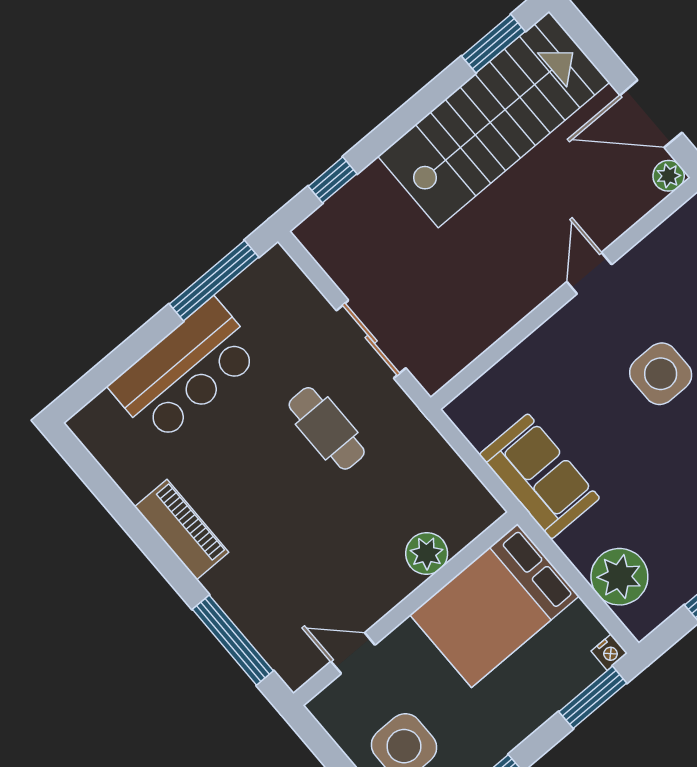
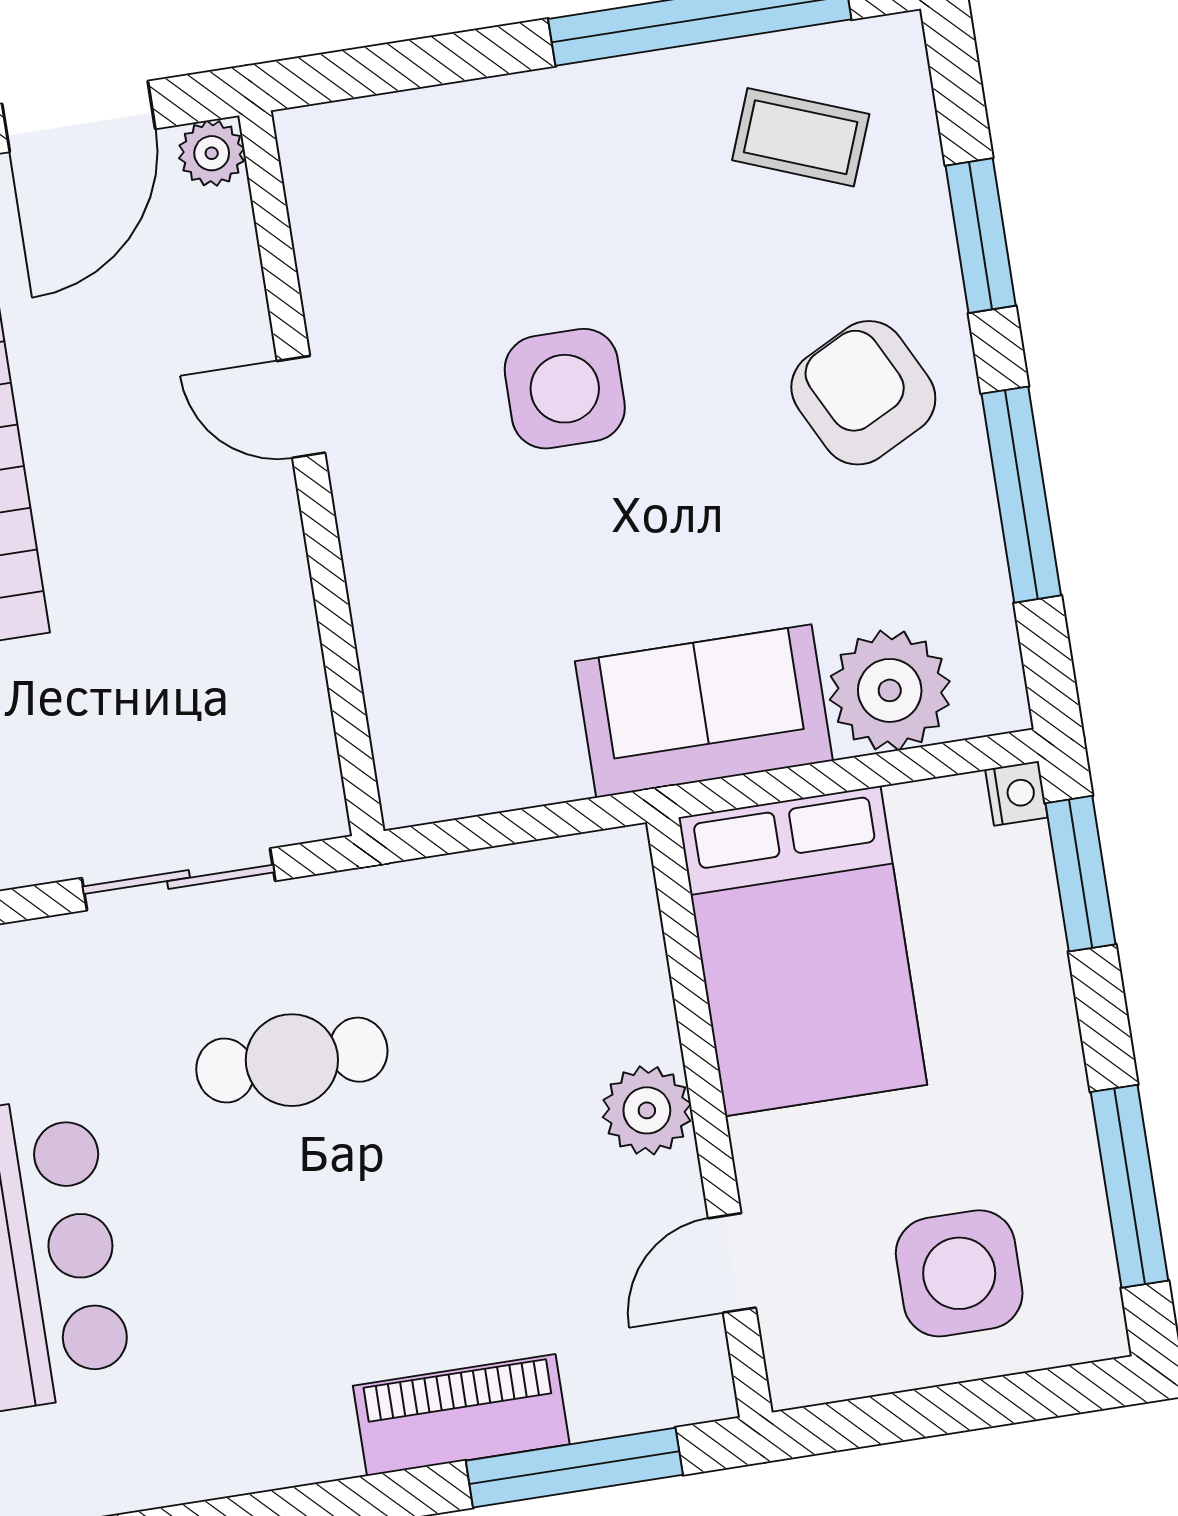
sofa: (539, 476) -> (704, 711), moved
piano: (182, 529) -> (461, 1415), moved
plant: (427, 554) -> (647, 1110), moved

